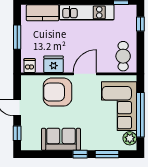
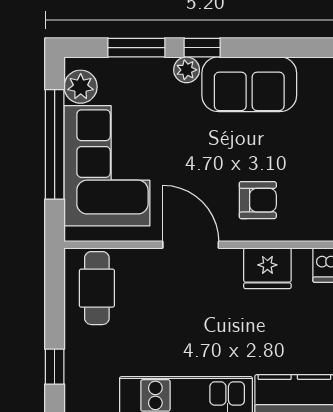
door: (85, 74) -> (191, 245), swing flipped
armchair: (57, 92) -> (258, 200), width x0.53, depth x0.53
plant: (87, 145) -> (187, 70), added

